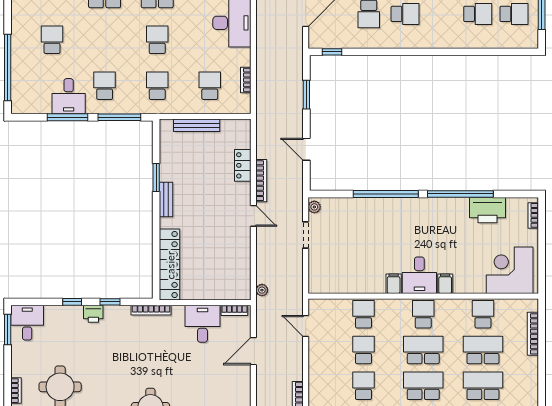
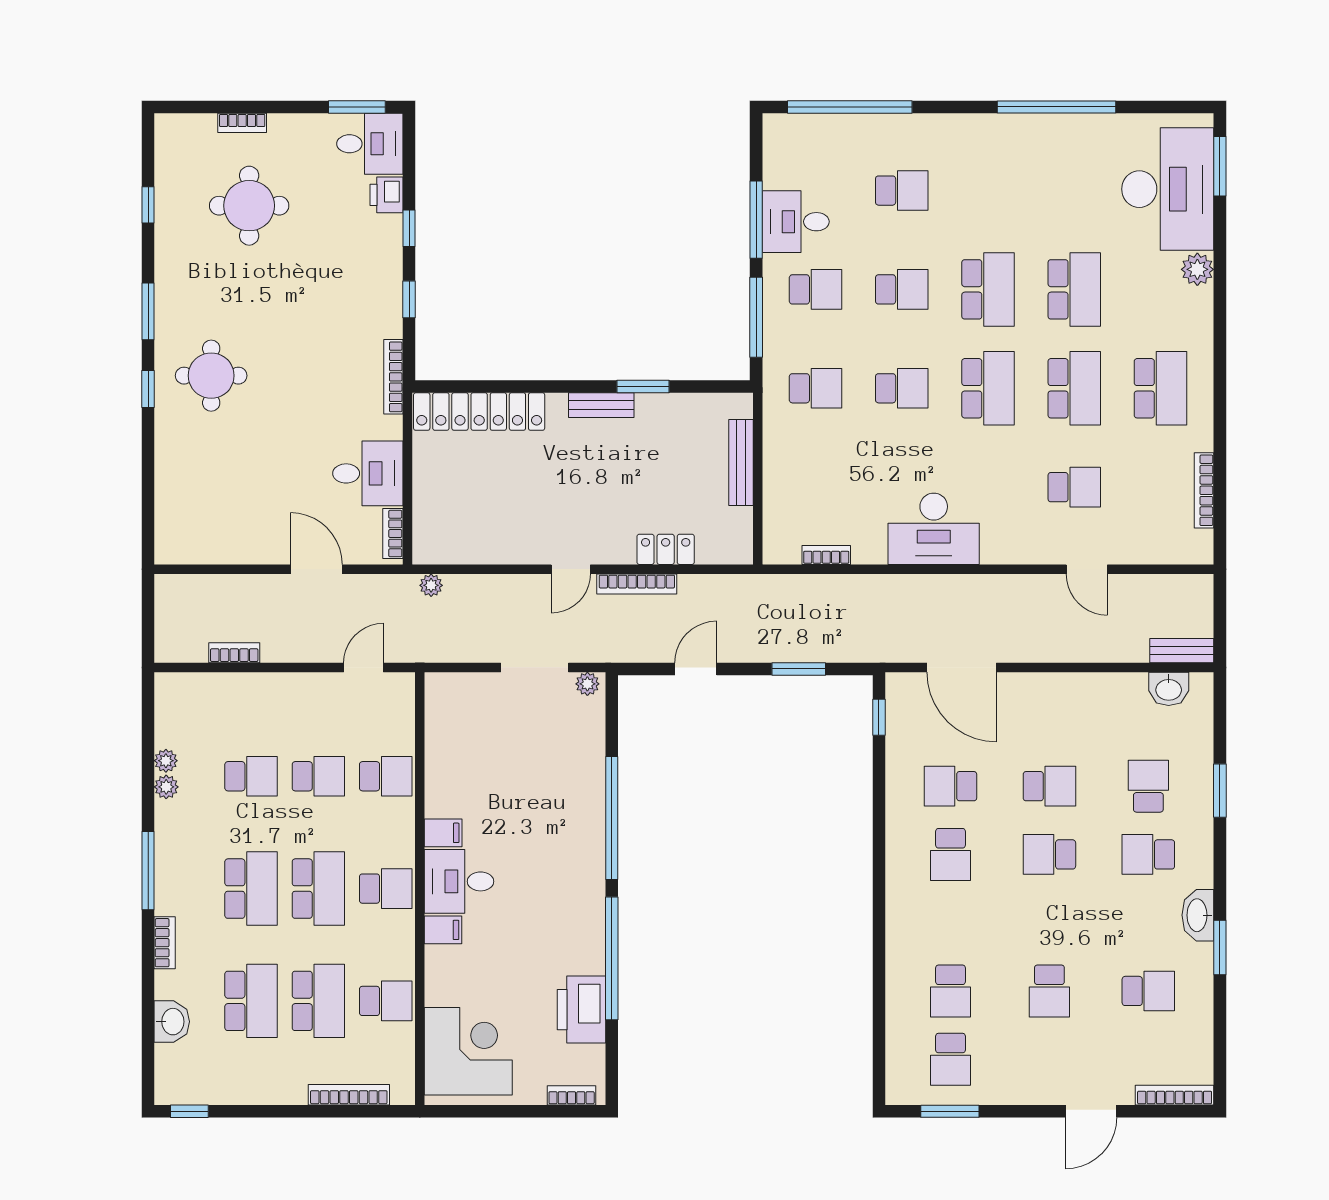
school desk: (210, 86) -> (902, 289), moved
doorway: (306, 235) -> (535, 667), width x1.38
printer: (93, 314) -> (387, 195), moved

